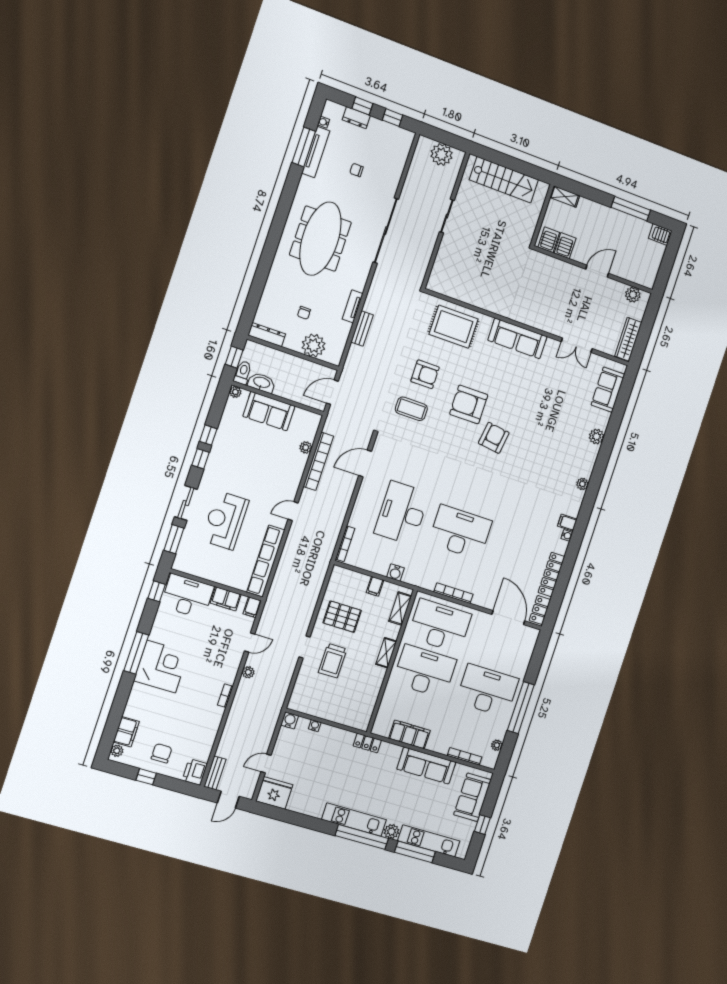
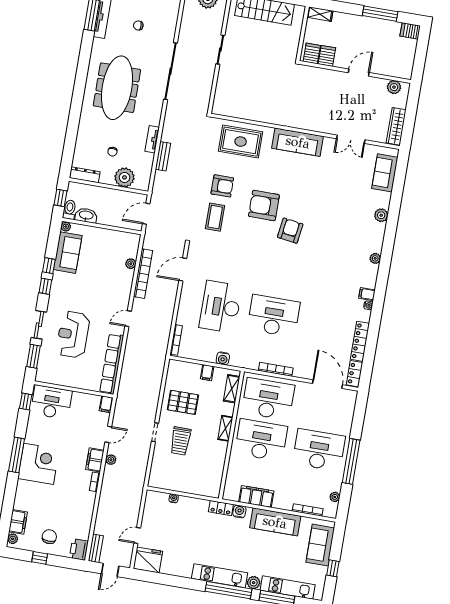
coffee table: (411, 409) -> (215, 217), turned 90
sofa: (269, 411) -> (68, 253), moved, turned -90
filing cabinet: (226, 599) -> (95, 460), moved, turned 90
water cooler: (290, 720) -> (239, 511), moved

